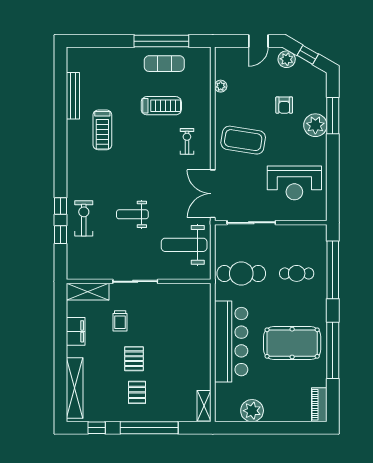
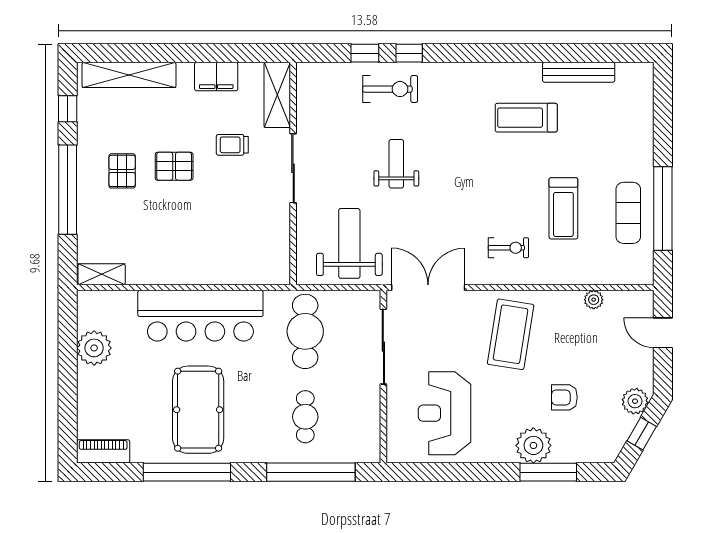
door: (258, 41) -> (663, 333), moved
pallet: (137, 392) -> (122, 171), turned 90

